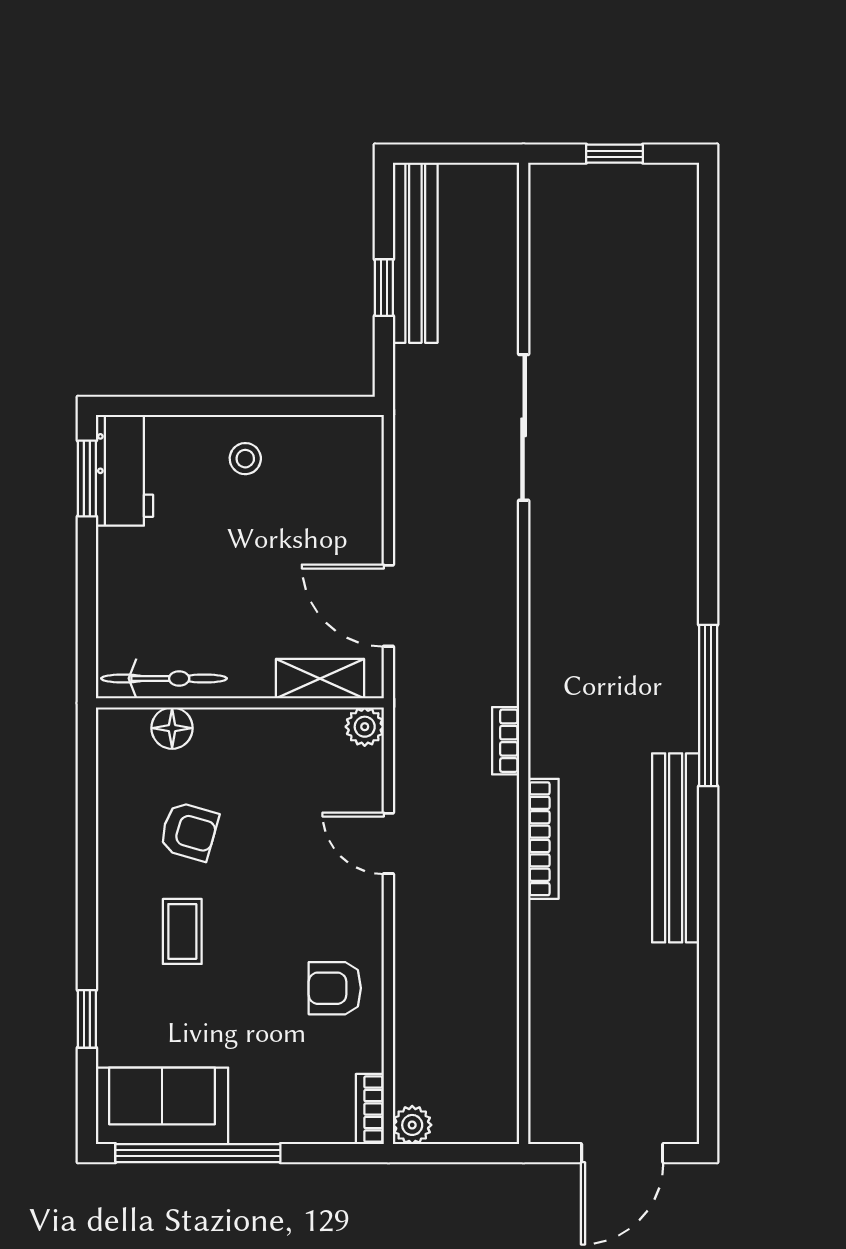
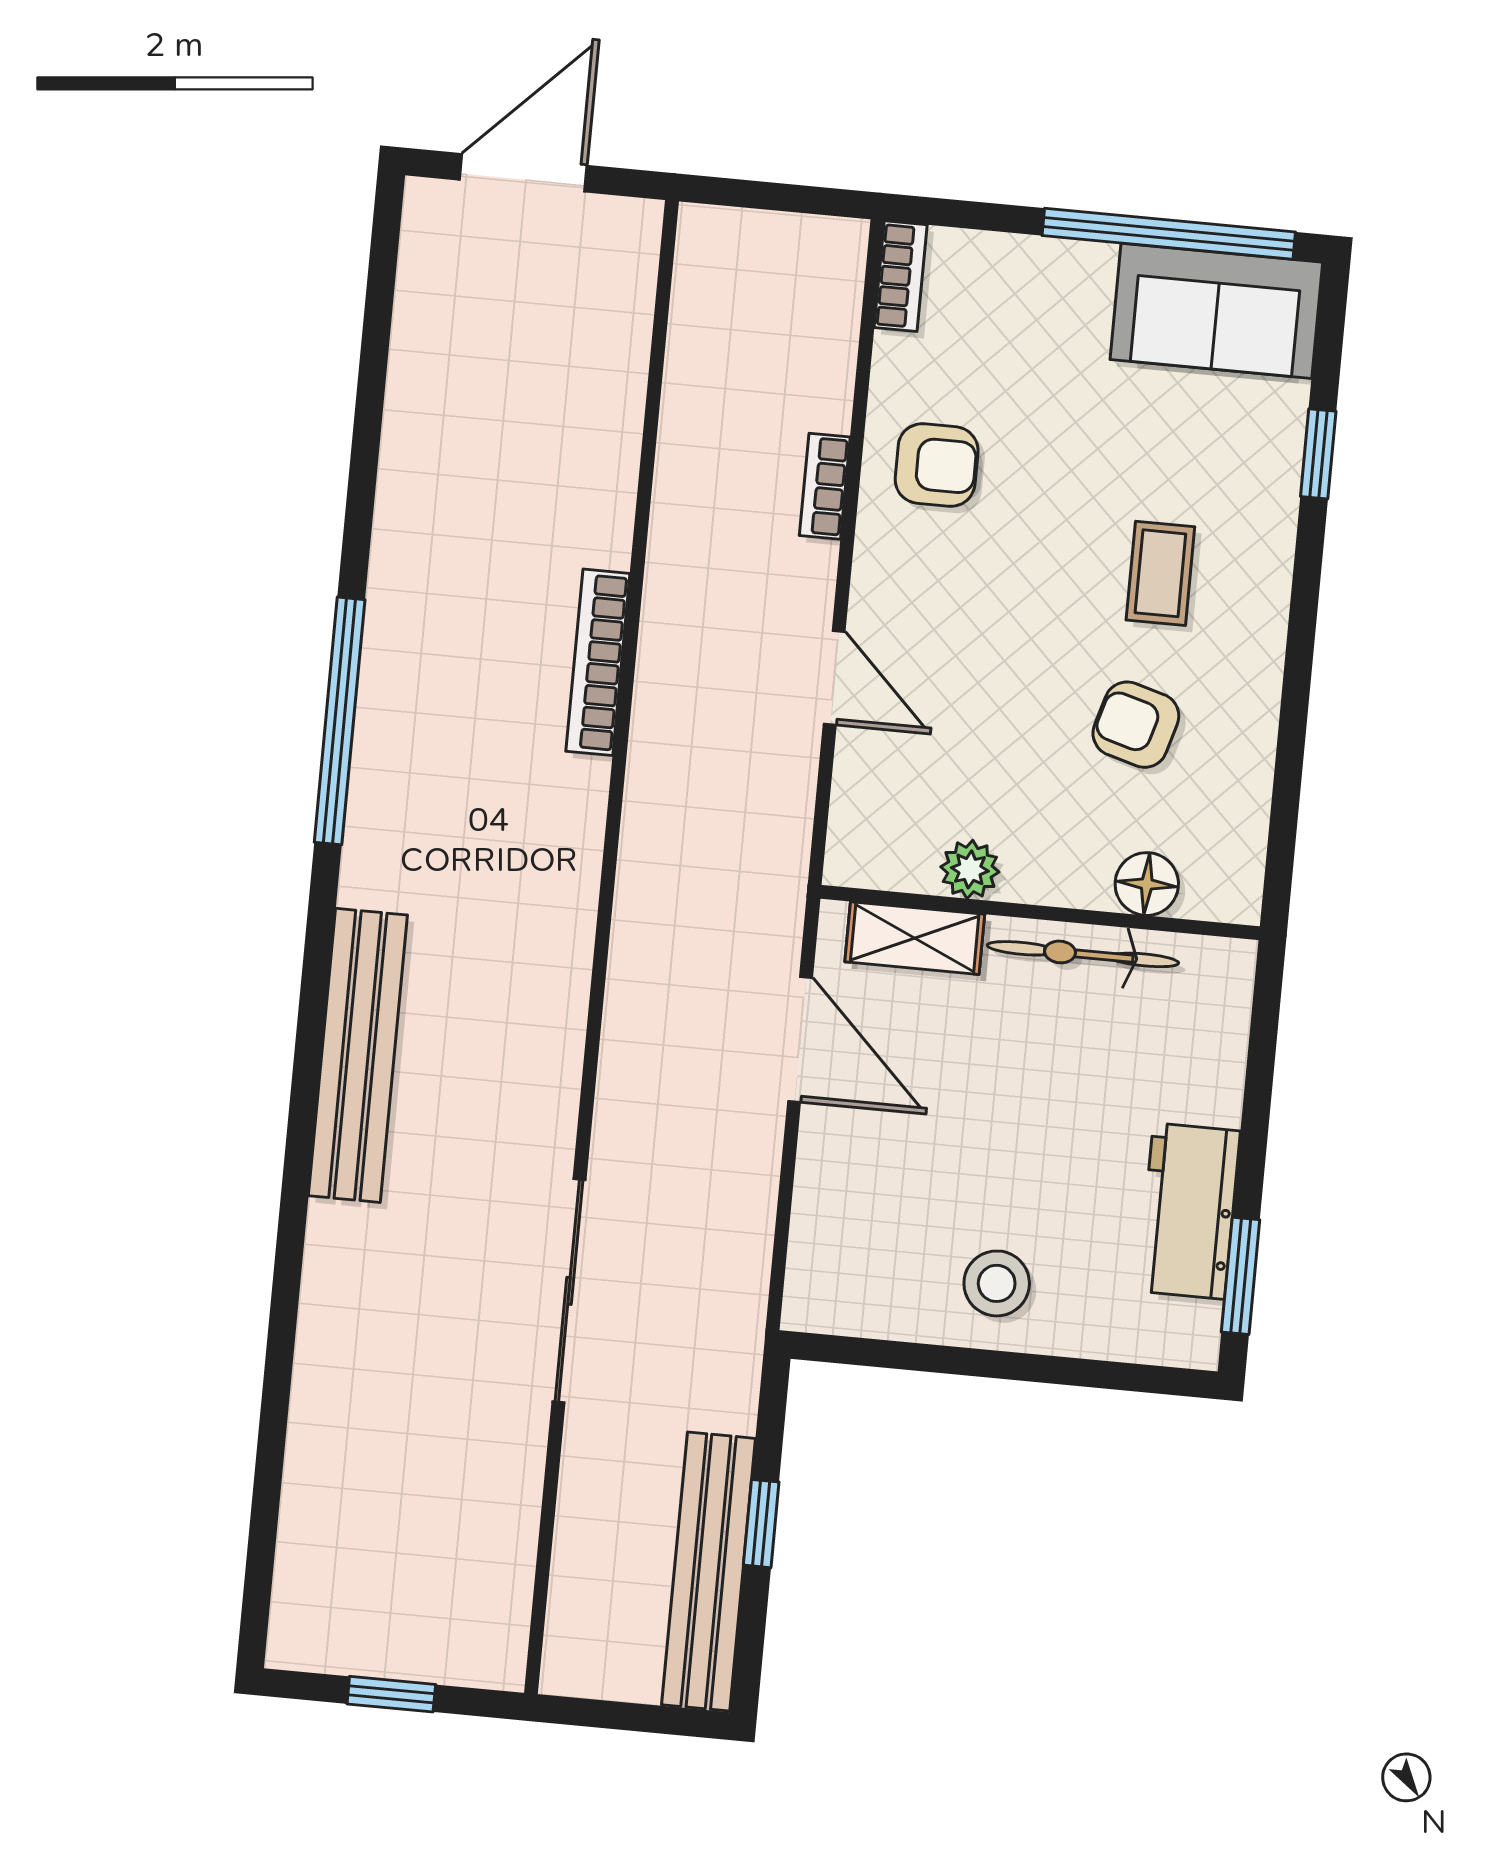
stool: (245, 459) -> (997, 1283), width x1.37, depth x1.37
workbench: (124, 470) -> (1189, 1211), moved
bicycle: (164, 678) -> (1083, 954), moved
window: (708, 705) -> (340, 721), moved
plant: (365, 727) -> (970, 869), moved
bookcase: (506, 741) -> (825, 486), moved, turned 180
bench: (676, 848) -> (358, 1055), moved
plant: (412, 1125) -> (839, 246), removed

